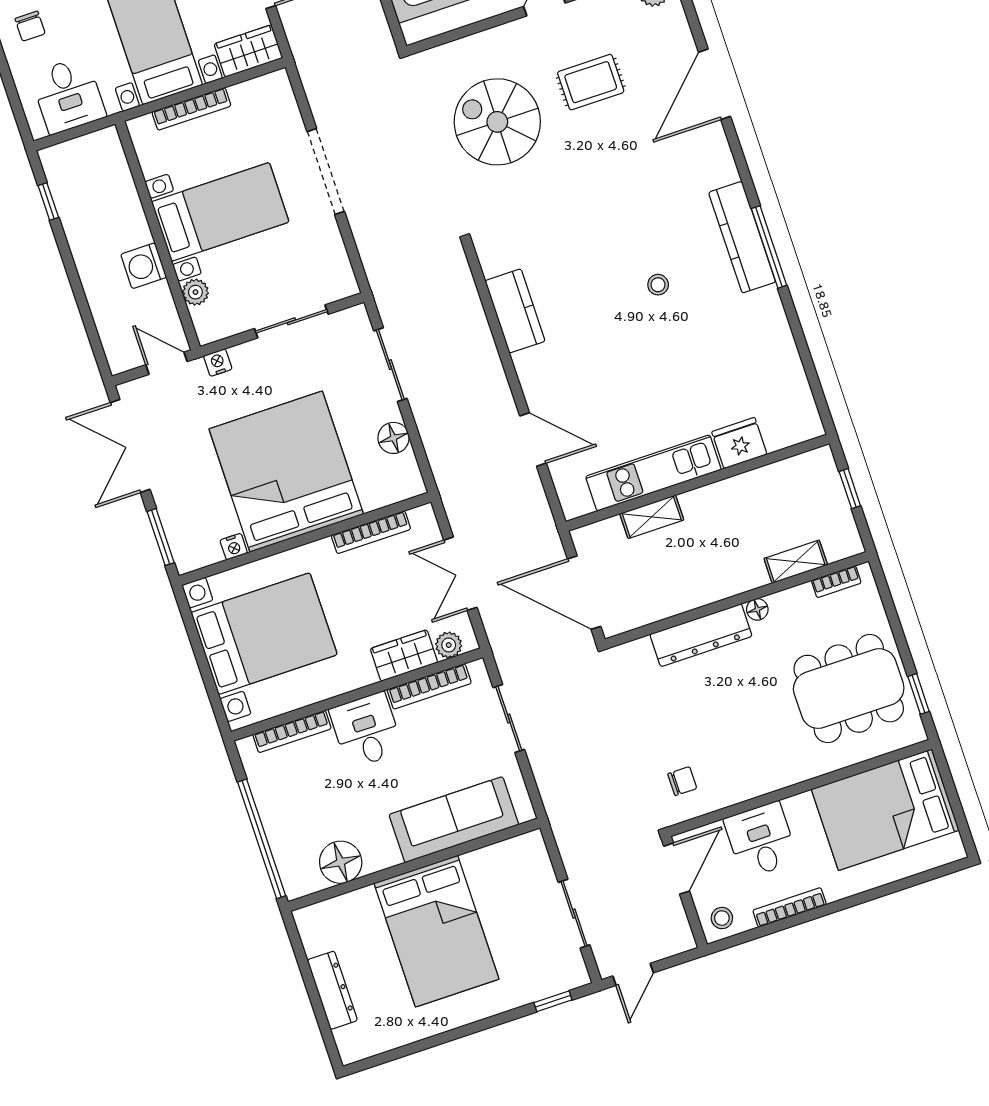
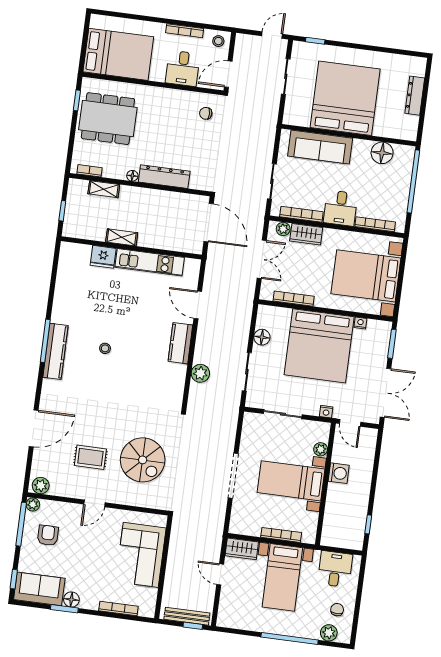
kitchen counter: (515, 311) -> (180, 343), moved
plant: (470, 322) -> (200, 373), added
shelving: (652, 517) -> (122, 237), moved
bed: (436, 931) -> (345, 98), width x1.36

